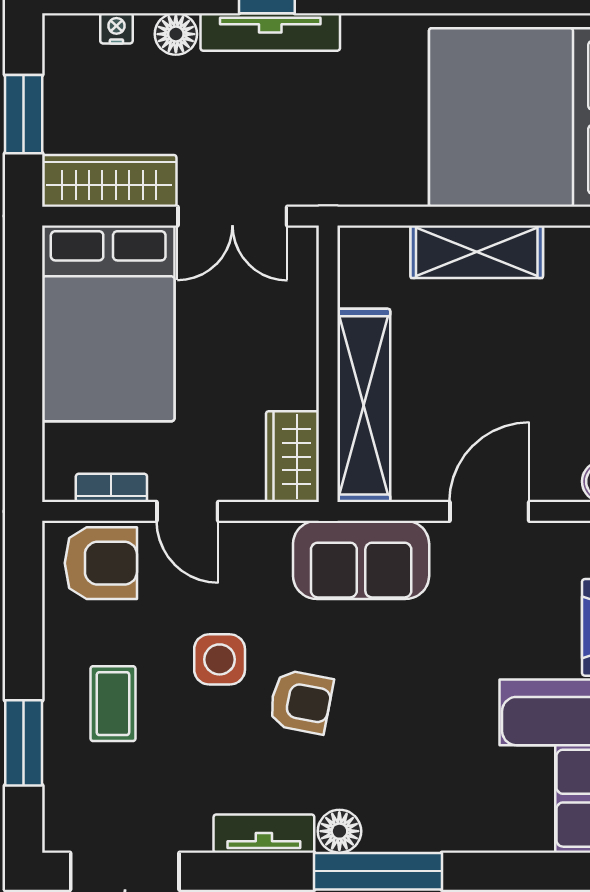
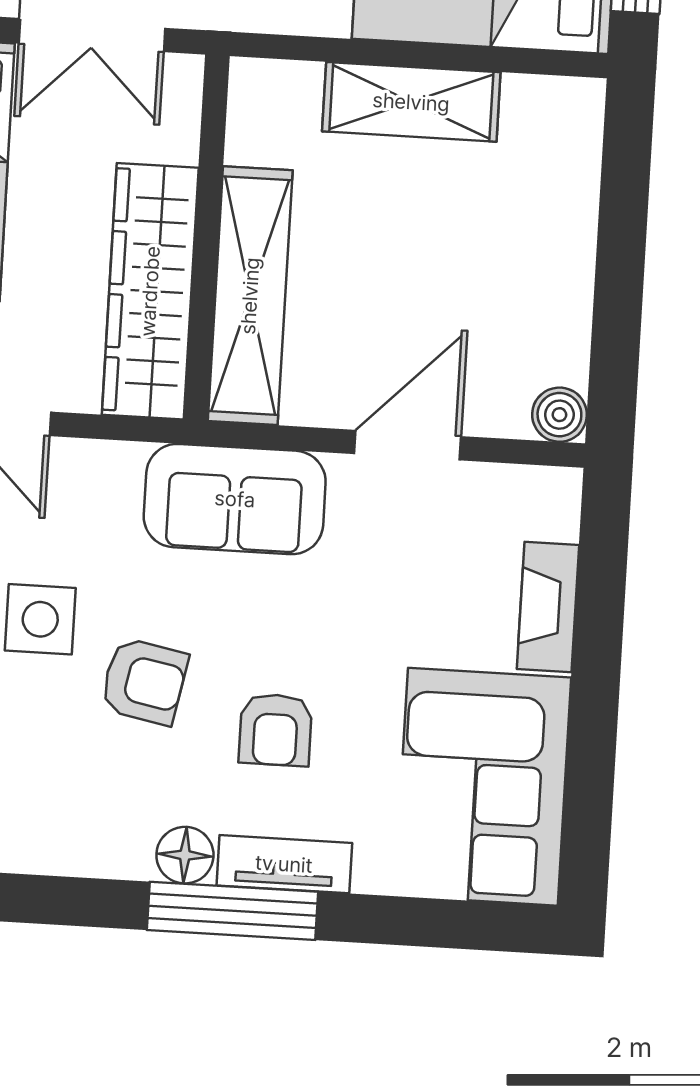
wardrobe: (292, 457) -> (150, 291), width x2.10, depth x1.17
armchair: (402, 732) -> (275, 730), added
tv unit: (264, 834) -> (284, 864), moved

